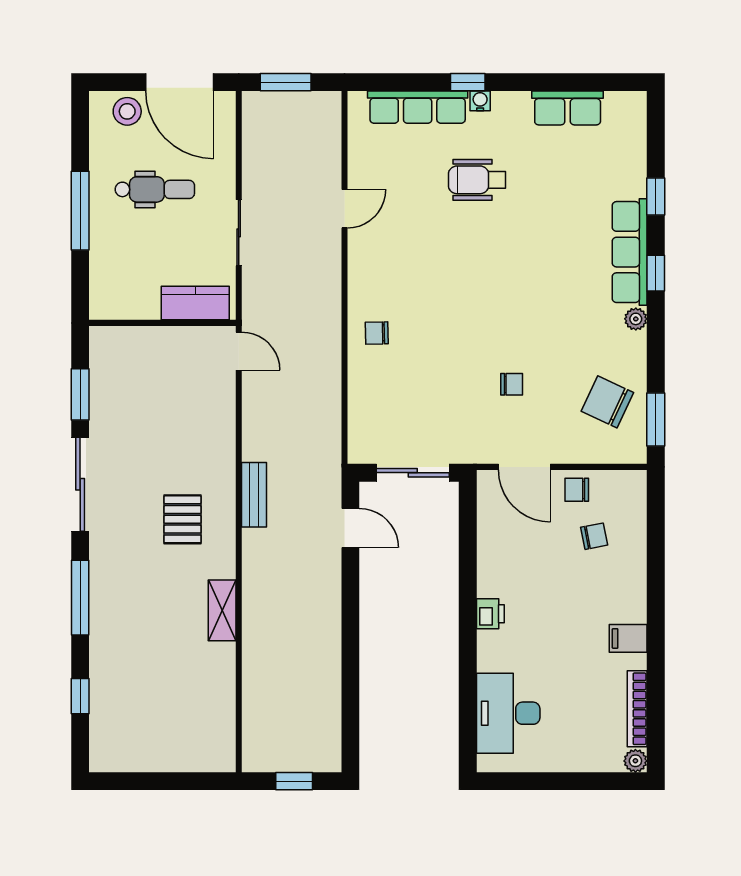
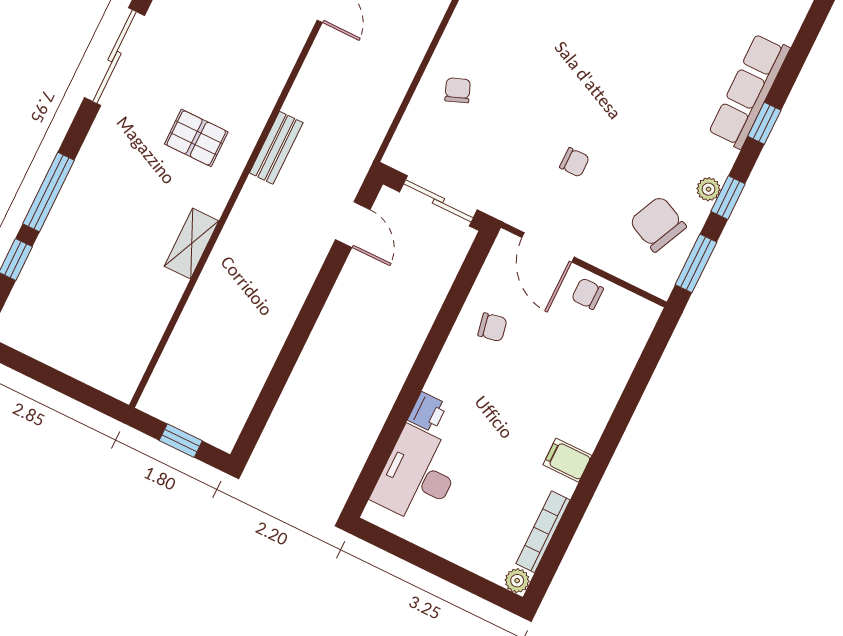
window: (656, 196) -> (728, 198), moved
plant: (636, 319) -> (709, 189), moved
chair: (377, 333) -> (458, 90), moved, turned 70
pallet: (183, 519) -> (196, 138), turned 90
chair: (594, 536) -> (492, 327), moved
window: (80, 598) -> (49, 192), moved
printer: (490, 614) -> (427, 412), moved

